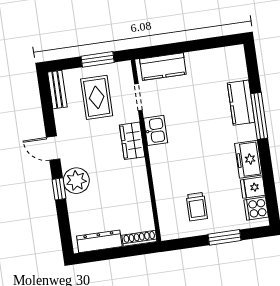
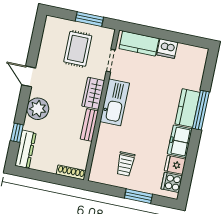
dishwasher: (197, 61) -> (167, 49), added
bench: (57, 90) -> (89, 125), moved
kitchen counter: (241, 103) -> (187, 108), moved
kitchen sink: (156, 130) -> (115, 102), width x1.87, depth x1.24
window: (59, 189) -> (17, 133), moved
dresser: (99, 241) -> (25, 149), moved, turned 90

